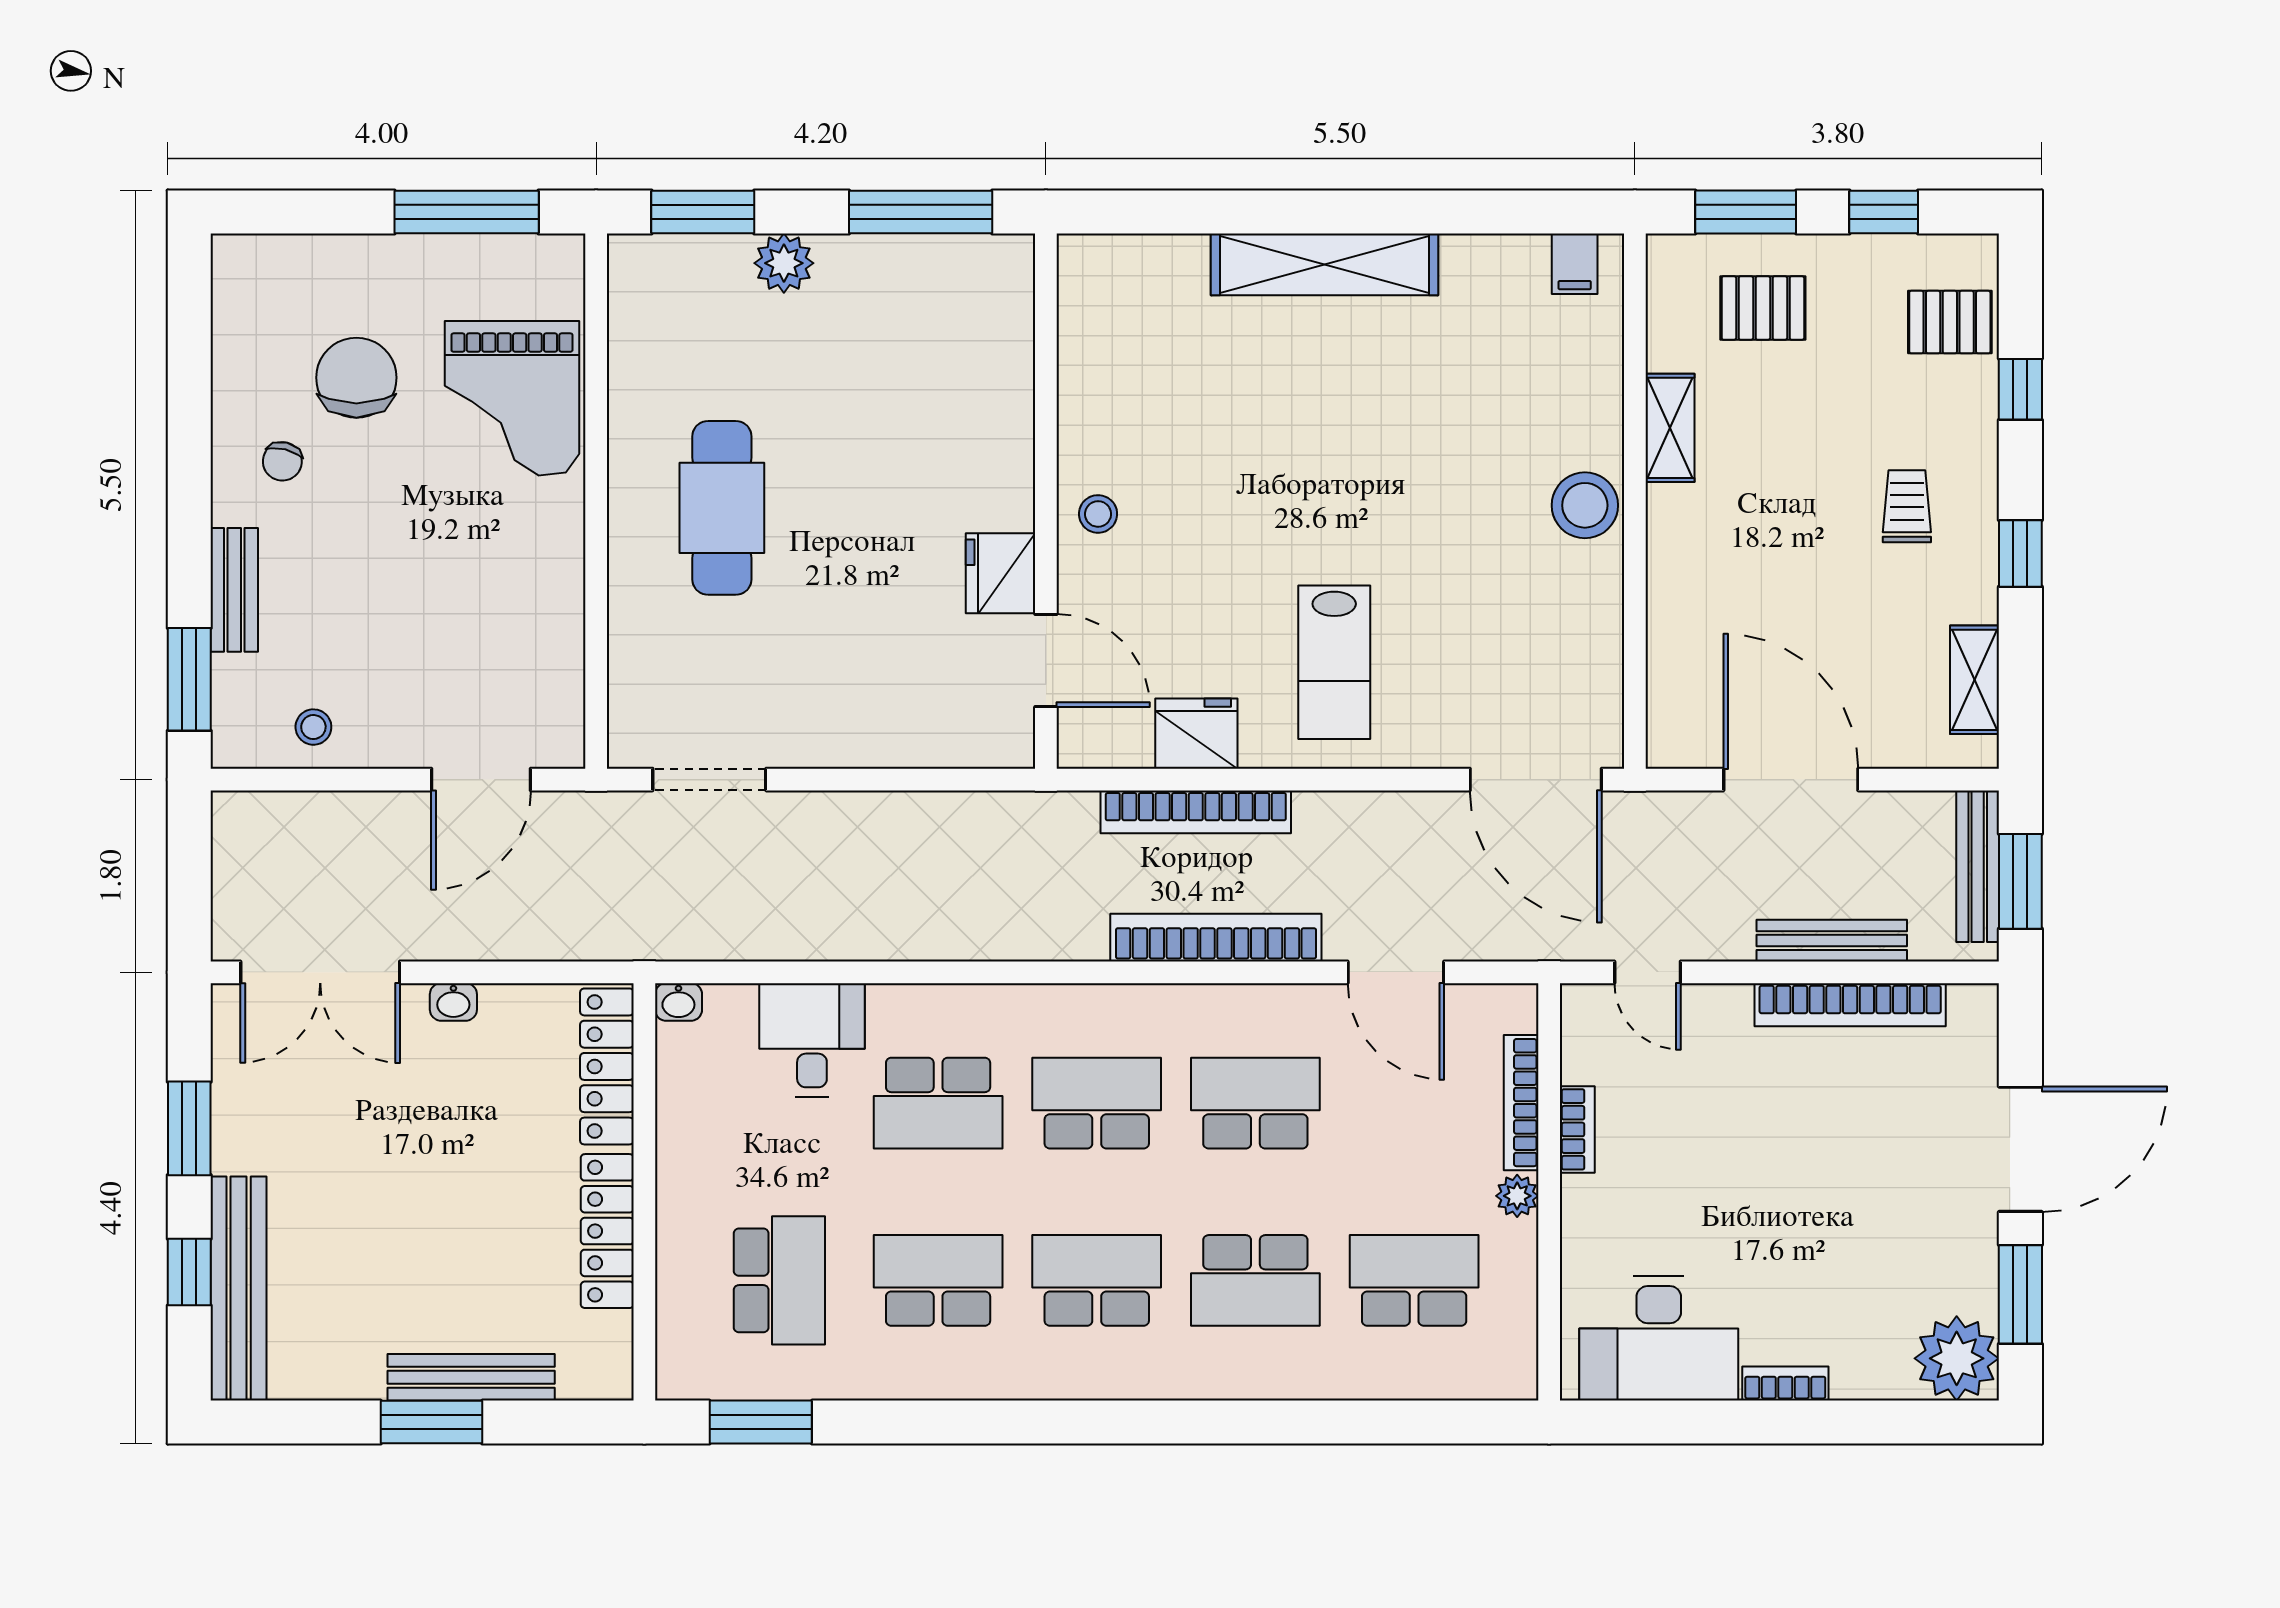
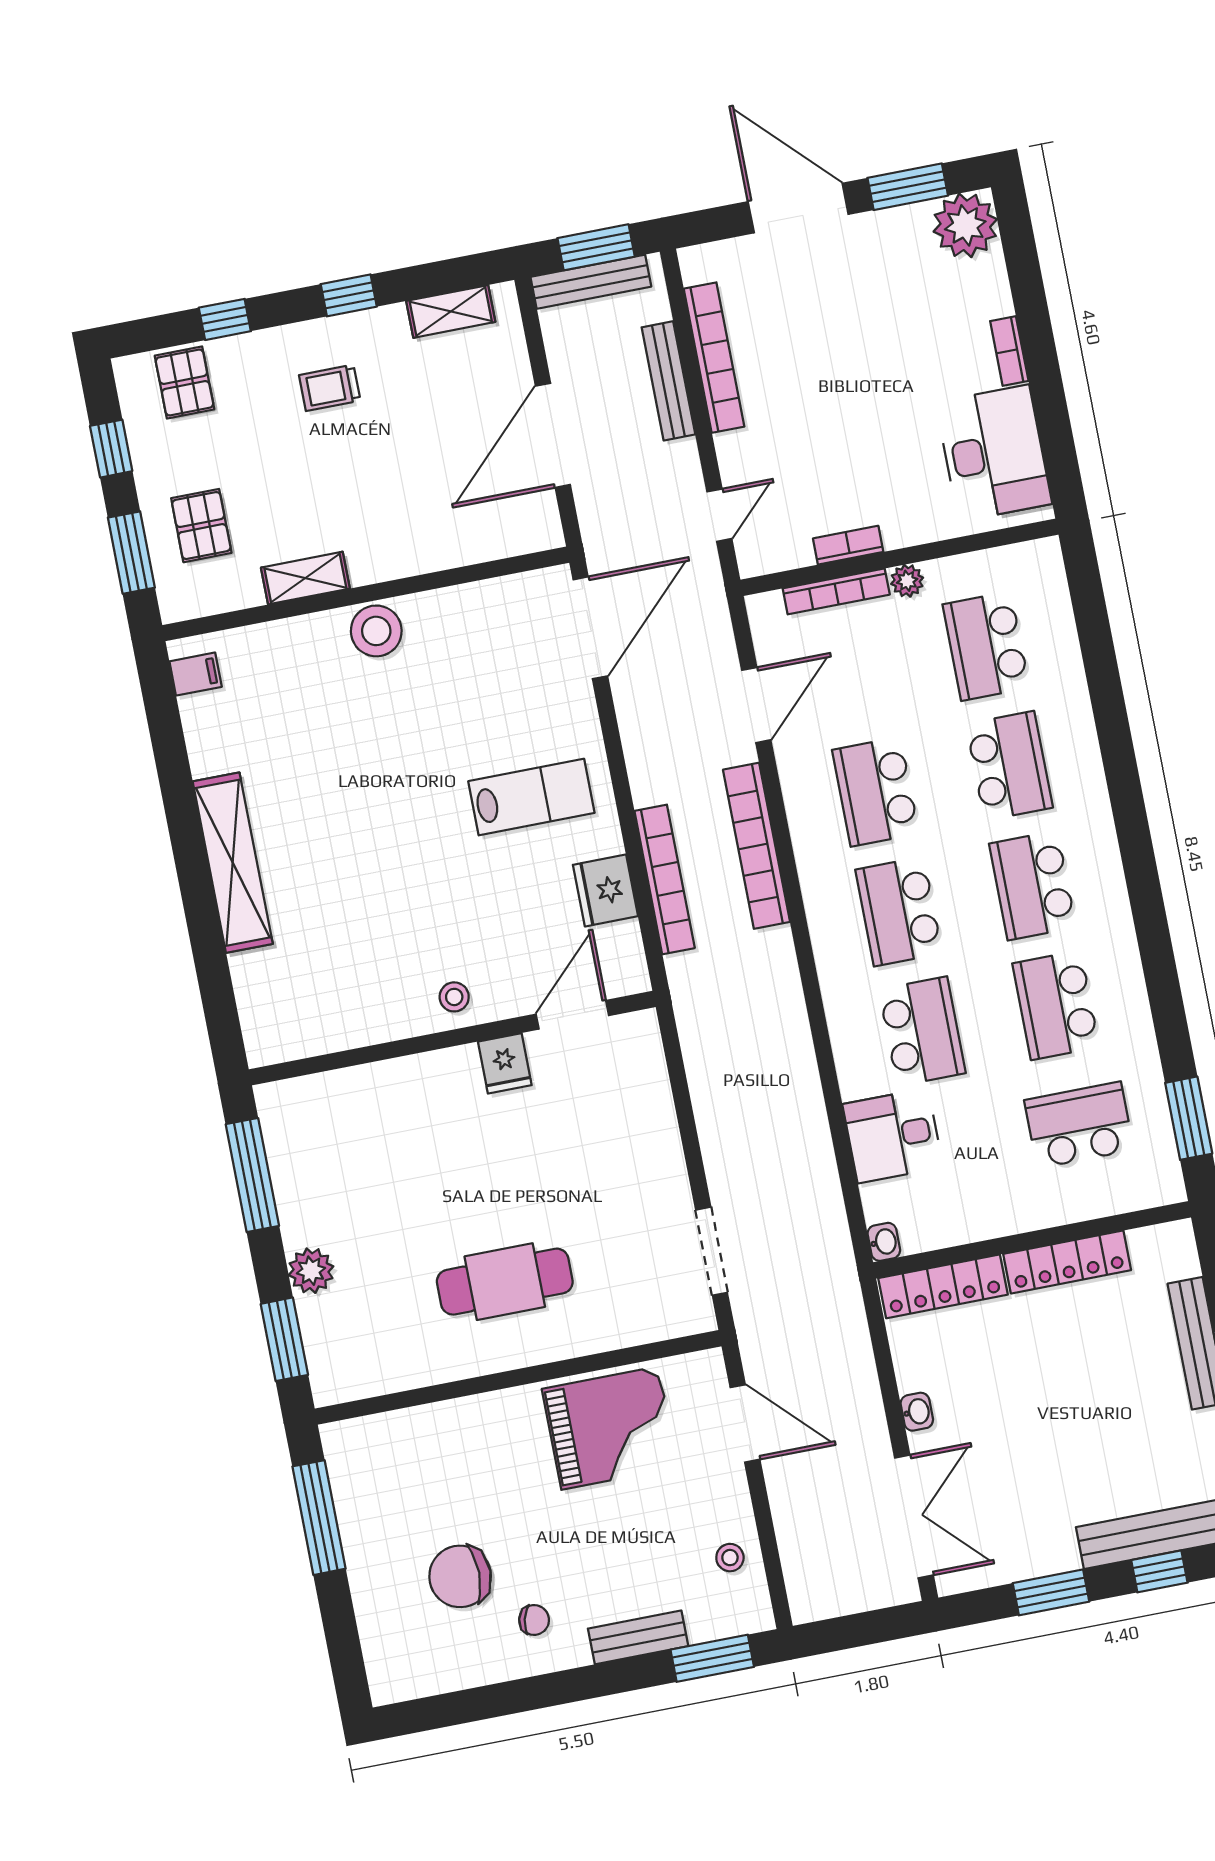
grand piano: (512, 398) -> (610, 1428), moved
fridge: (1001, 573) -> (505, 1063), width x0.72

